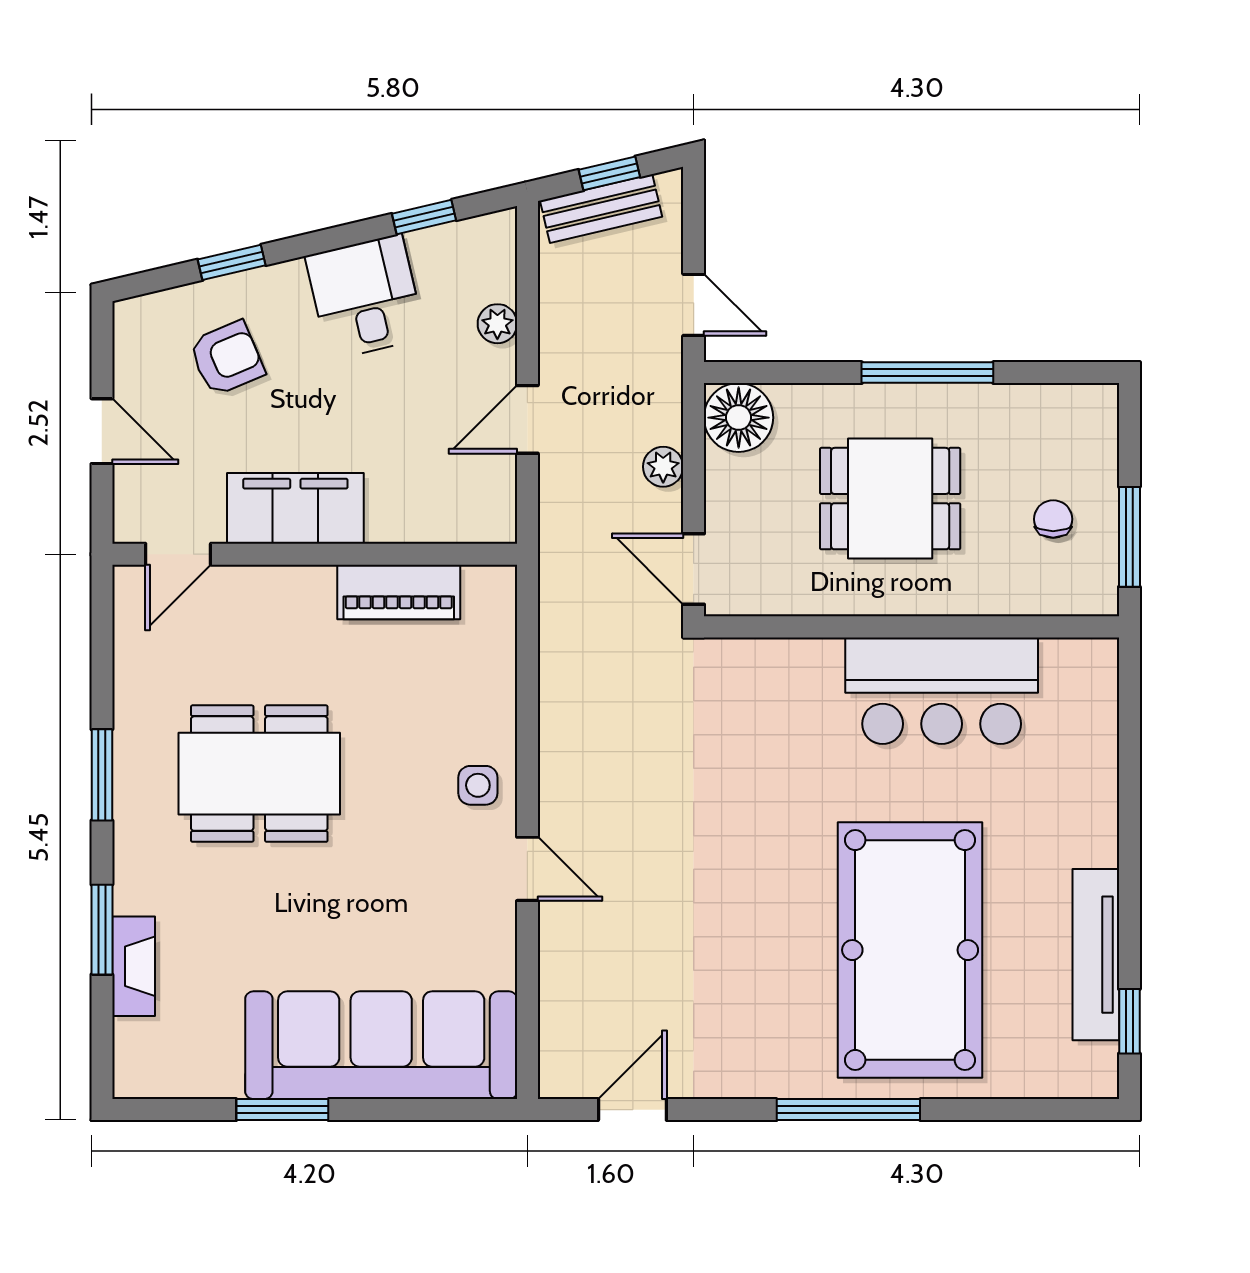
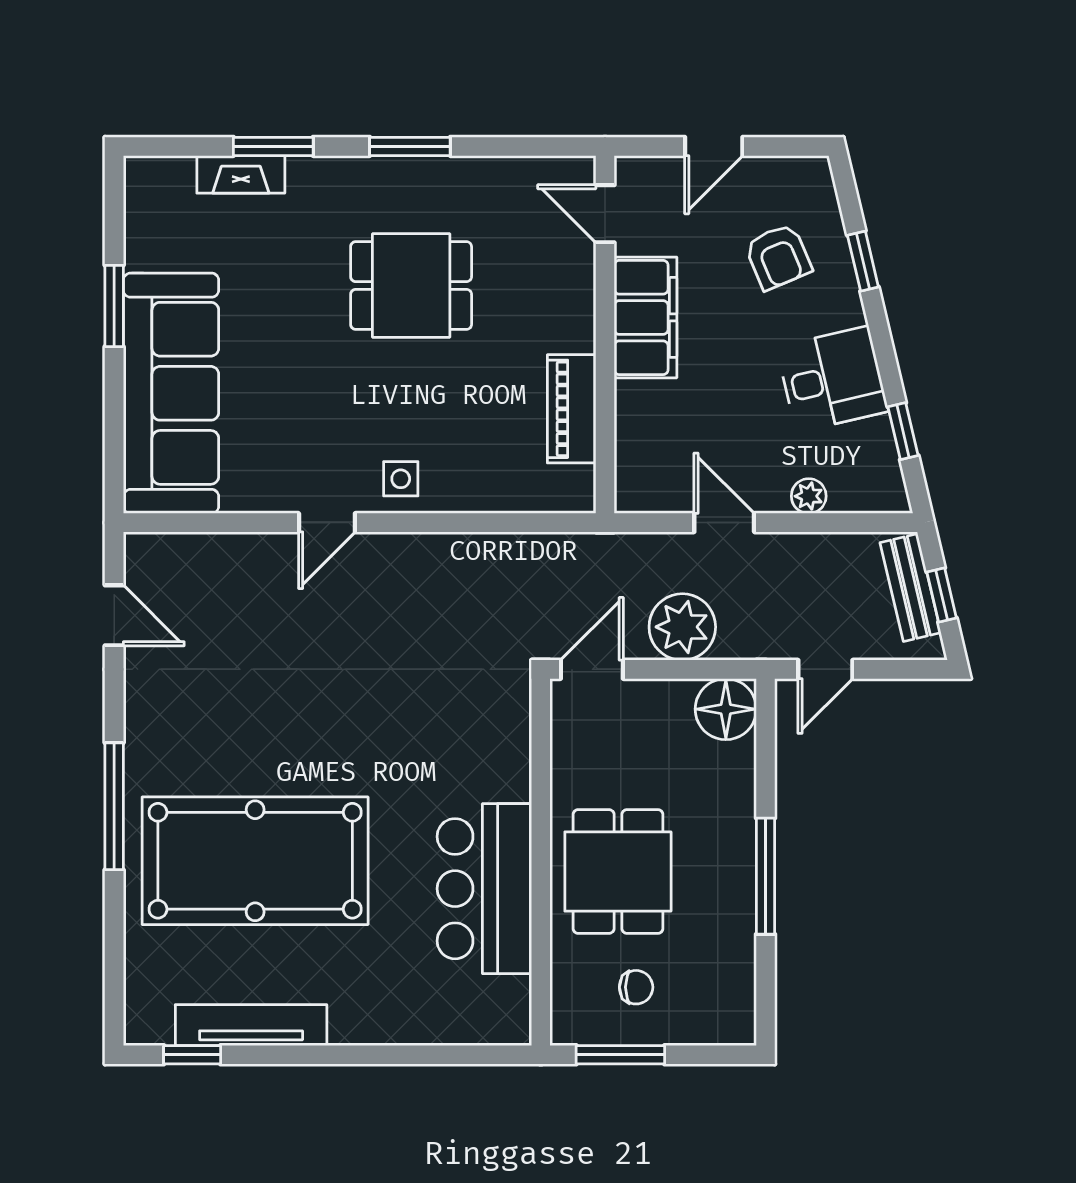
plant: (663, 467) -> (682, 627), width x1.87, depth x1.87
dining table: (890, 499) -> (618, 871), moved
dining table: (259, 774) -> (411, 286), width x0.73

